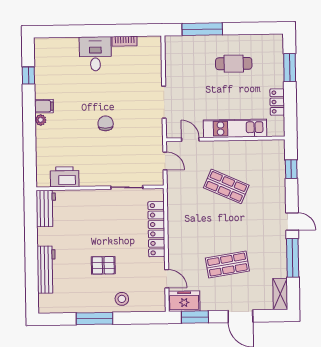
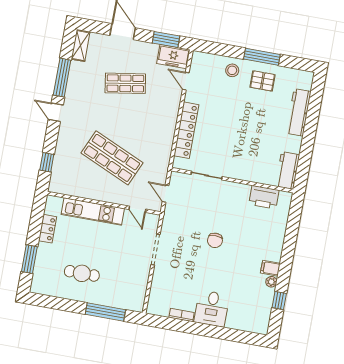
plant: (41, 120) -> (271, 282), moved
shop shelf: (226, 186) -> (112, 158), width x1.43, depth x1.36
pallet: (103, 265) -> (263, 81), moved

